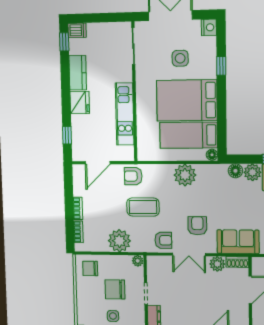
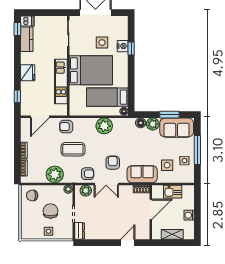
nightstand: (209, 27) -> (123, 46), moved
kitchen counter: (78, 73) -> (27, 39), moved
bed: (187, 100) -> (91, 70), moved, turned 180
plant: (217, 264) -> (86, 191), moved
chair: (115, 289) -> (51, 211), turned 90

